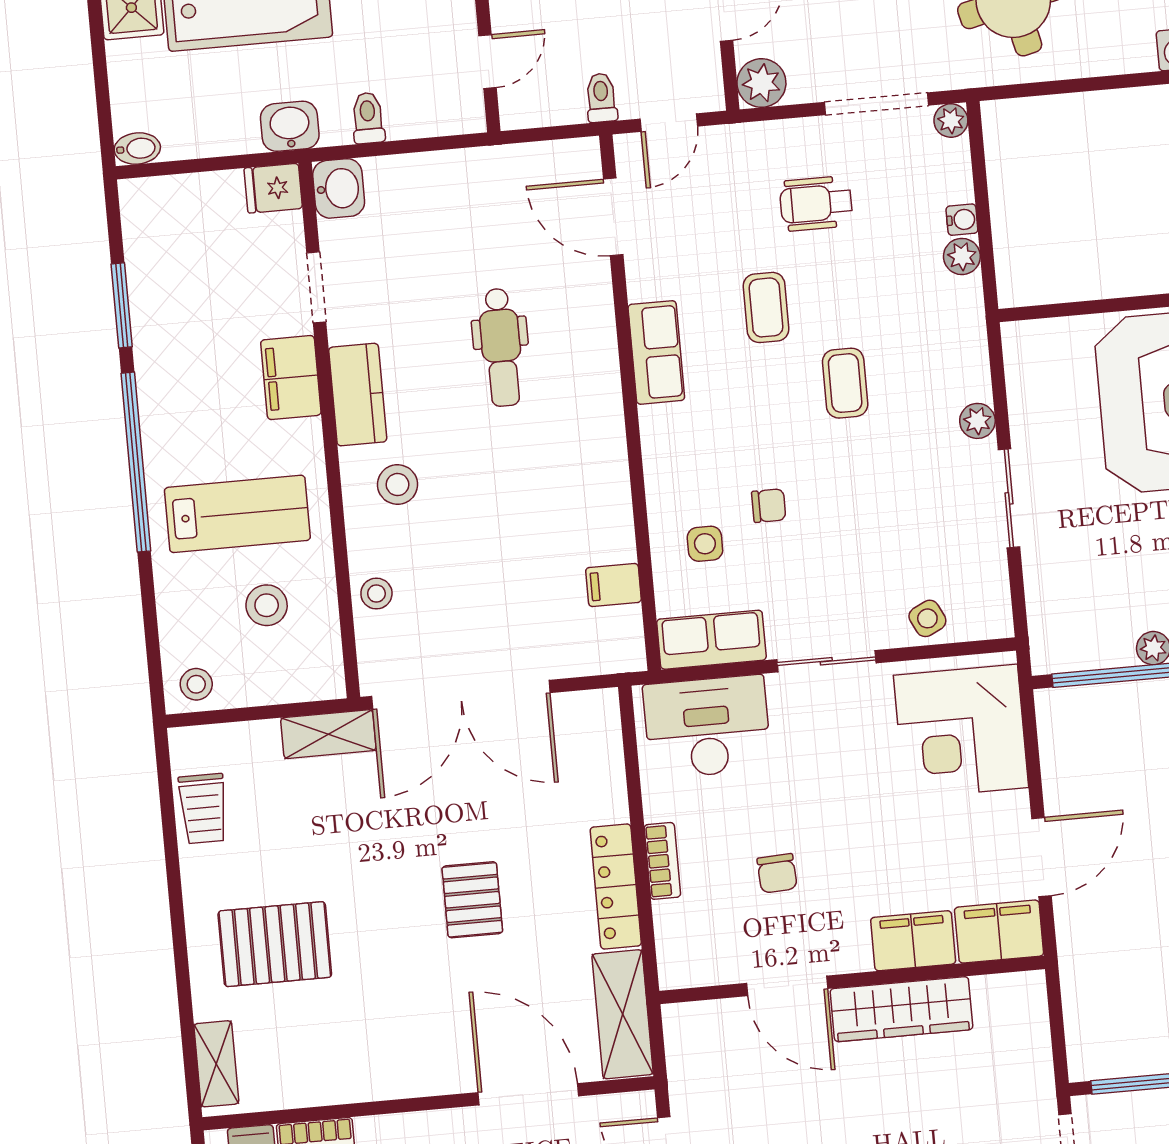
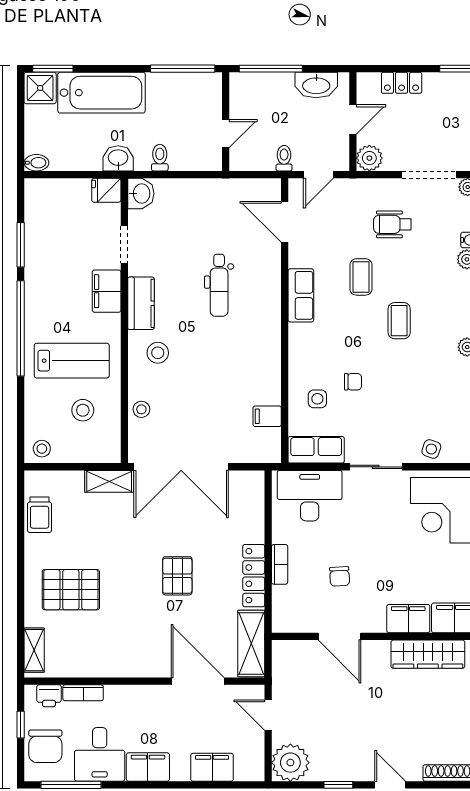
side table: (927, 618) -> (431, 449), turned 45
wardrobe: (901, 1009) -> (428, 654), moved

